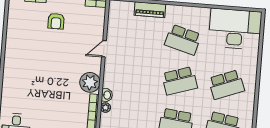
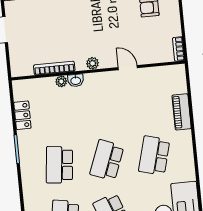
school desk: (180, 81) -> (107, 160), turned 39
plant: (90, 82) -> (93, 63), width x0.53, depth x0.53

